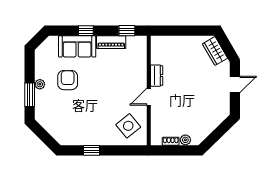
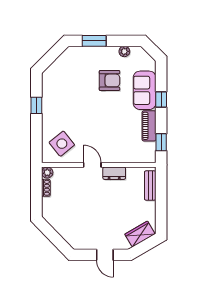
bench: (168, 41) -> (150, 186), added
plant: (40, 84) -> (124, 51), moved
plant: (185, 140) -> (47, 173), moved

